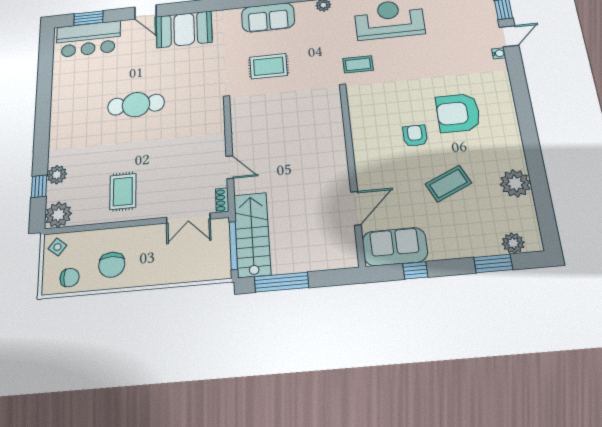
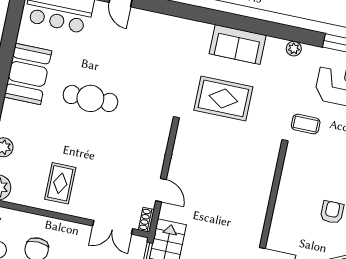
booth: (184, 29) -> (28, 74), moved, turned 90
rug: (269, 66) -> (223, 98), width x1.36, depth x1.43

